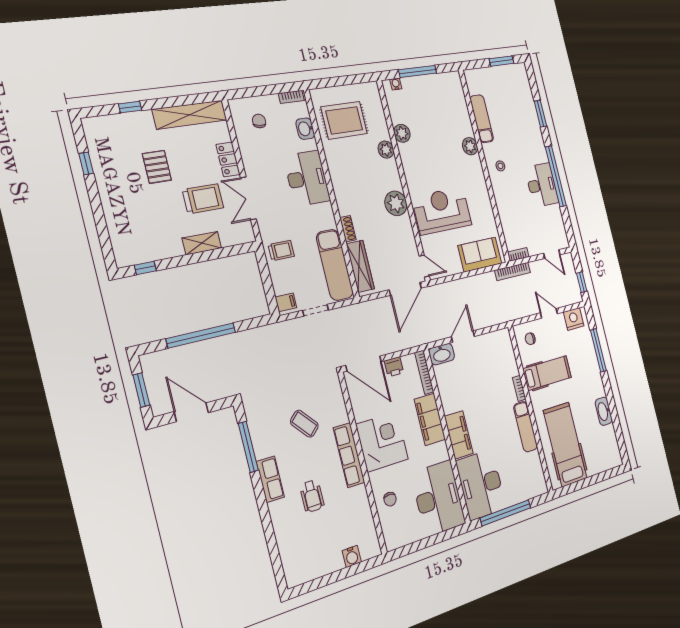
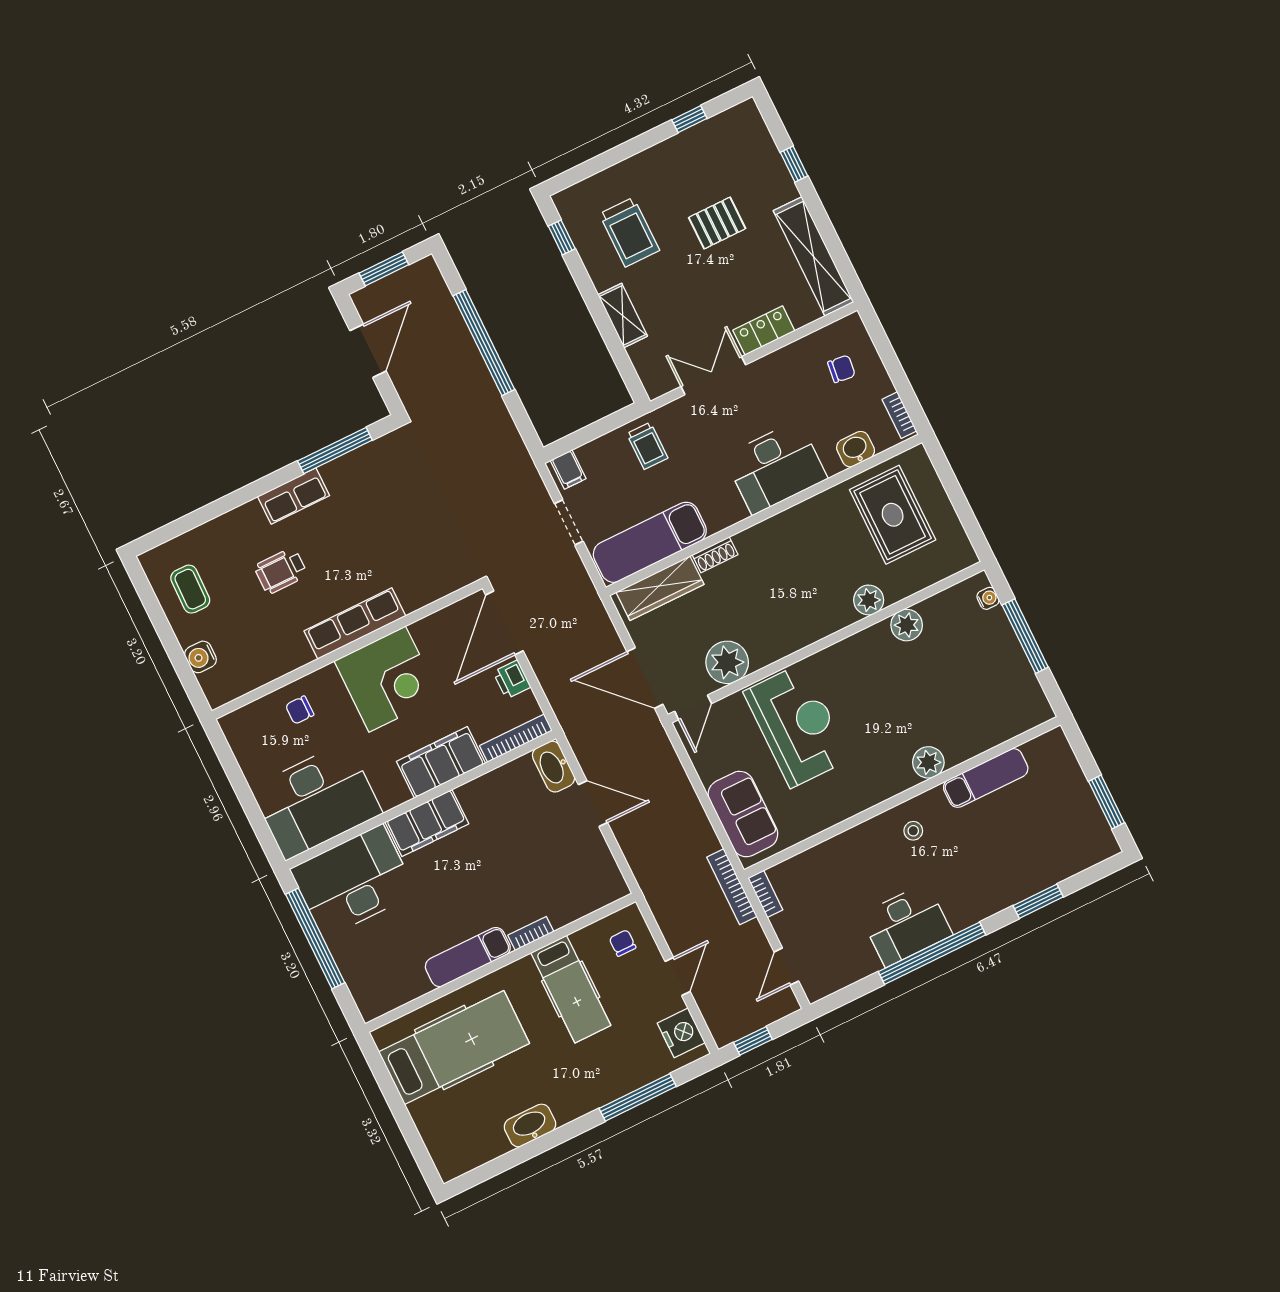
trolley: (203, 199) -> (629, 232), moved
plant: (396, 203) -> (727, 662), moved
coffee table: (304, 424) -> (190, 589), moved, turned -47

